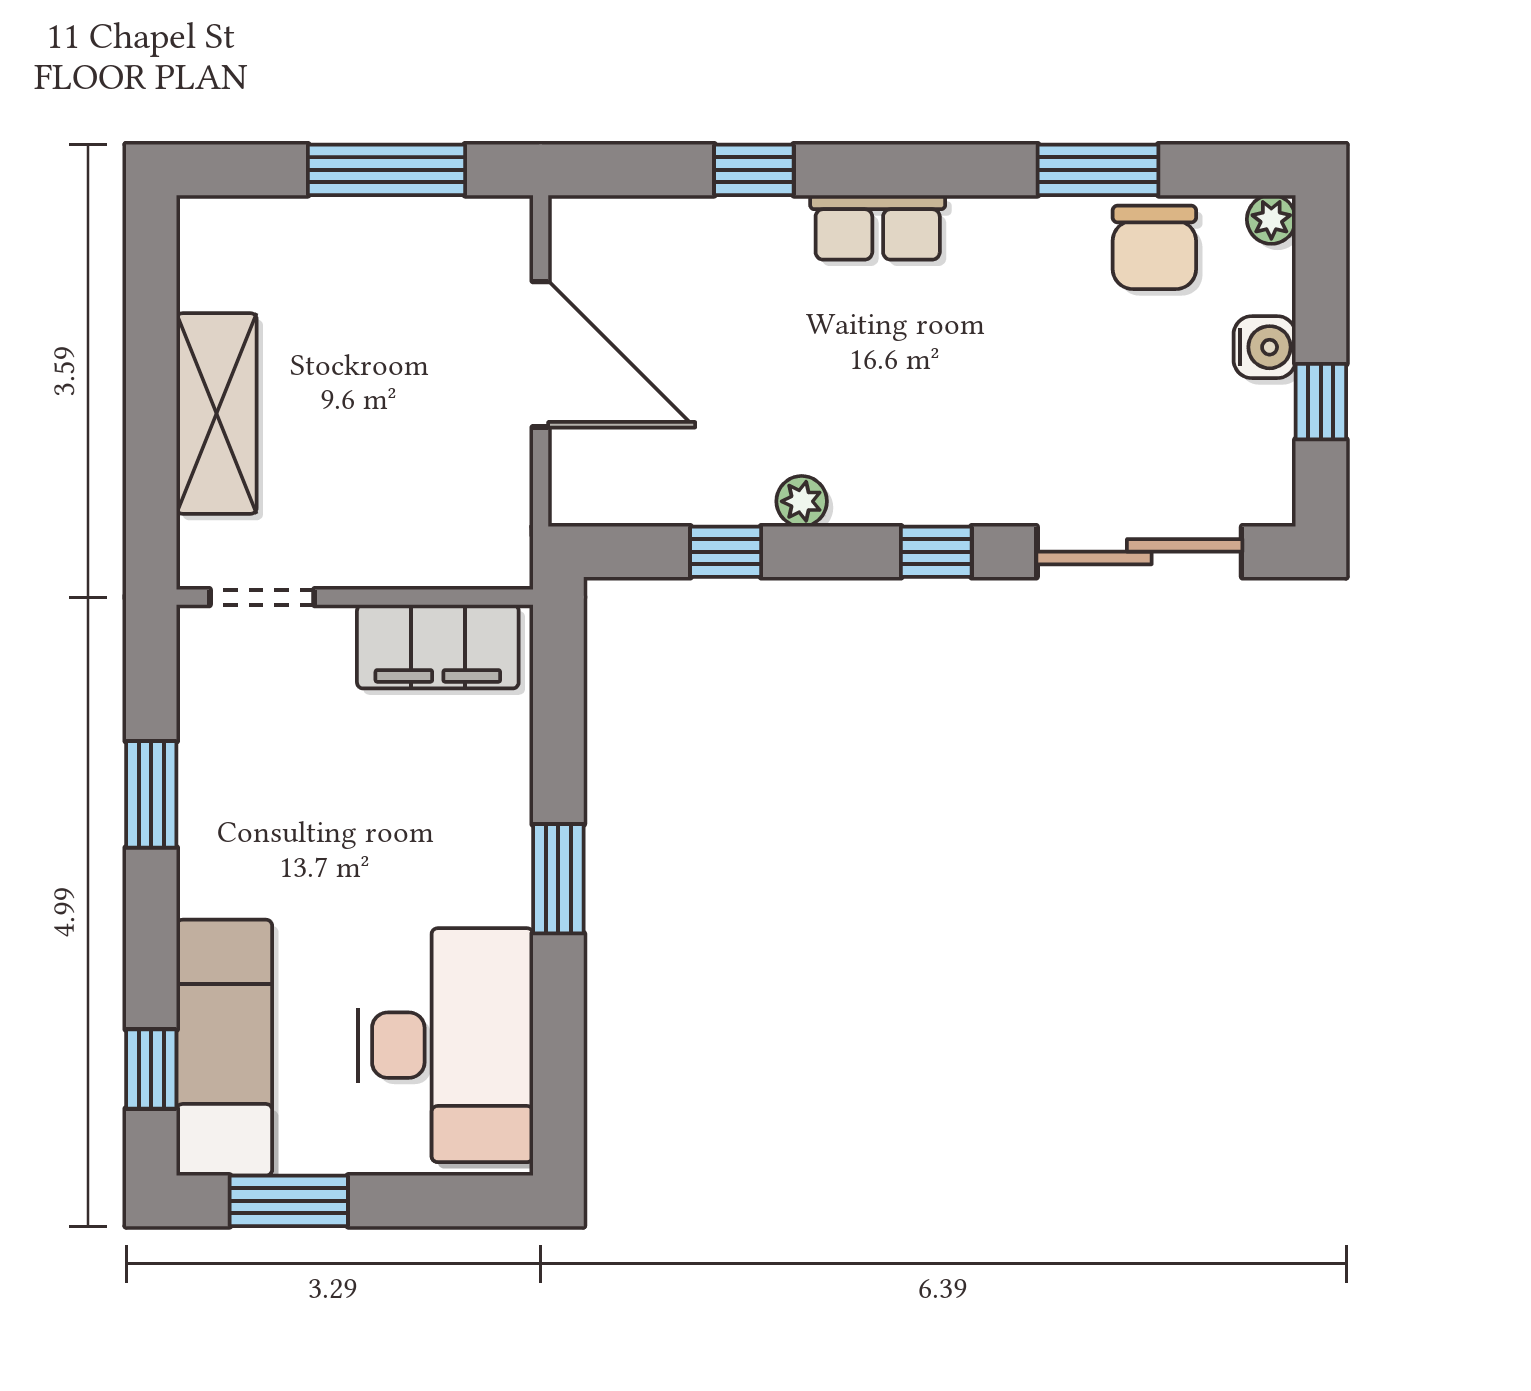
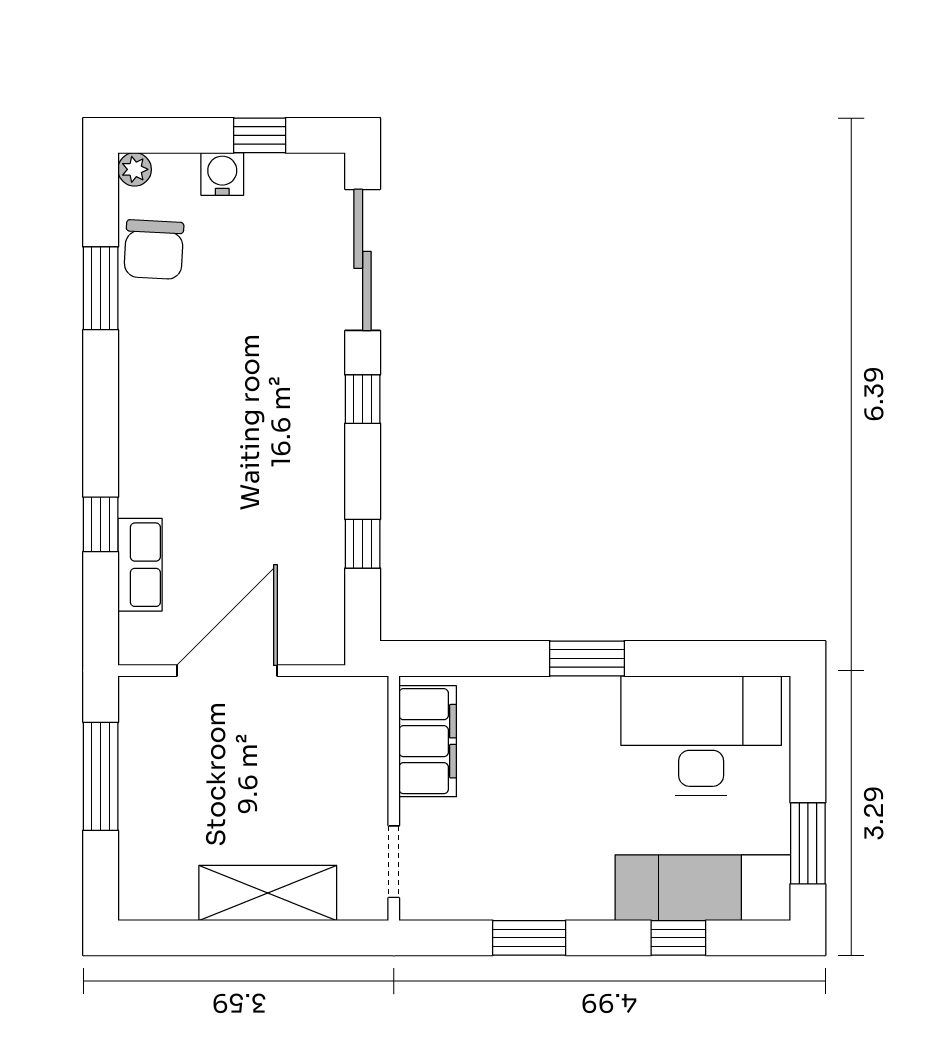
row of seats: (878, 227) -> (140, 565), moved
chair: (1154, 247) -> (154, 250), turned 93
plant: (802, 501) -> (328, 492), removed
window: (151, 1069) -> (678, 938), moved

